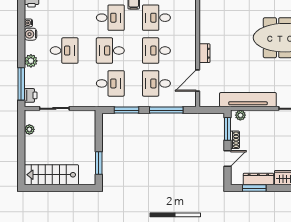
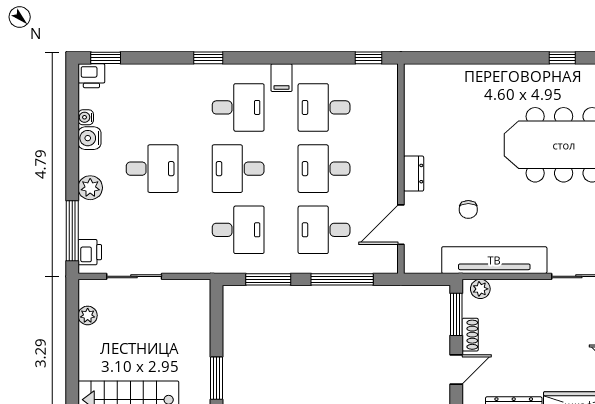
chair: (234, 72) -> (468, 209), added

